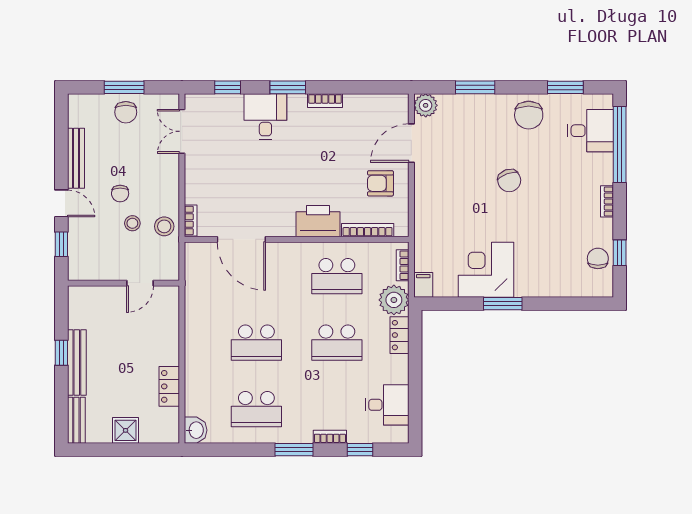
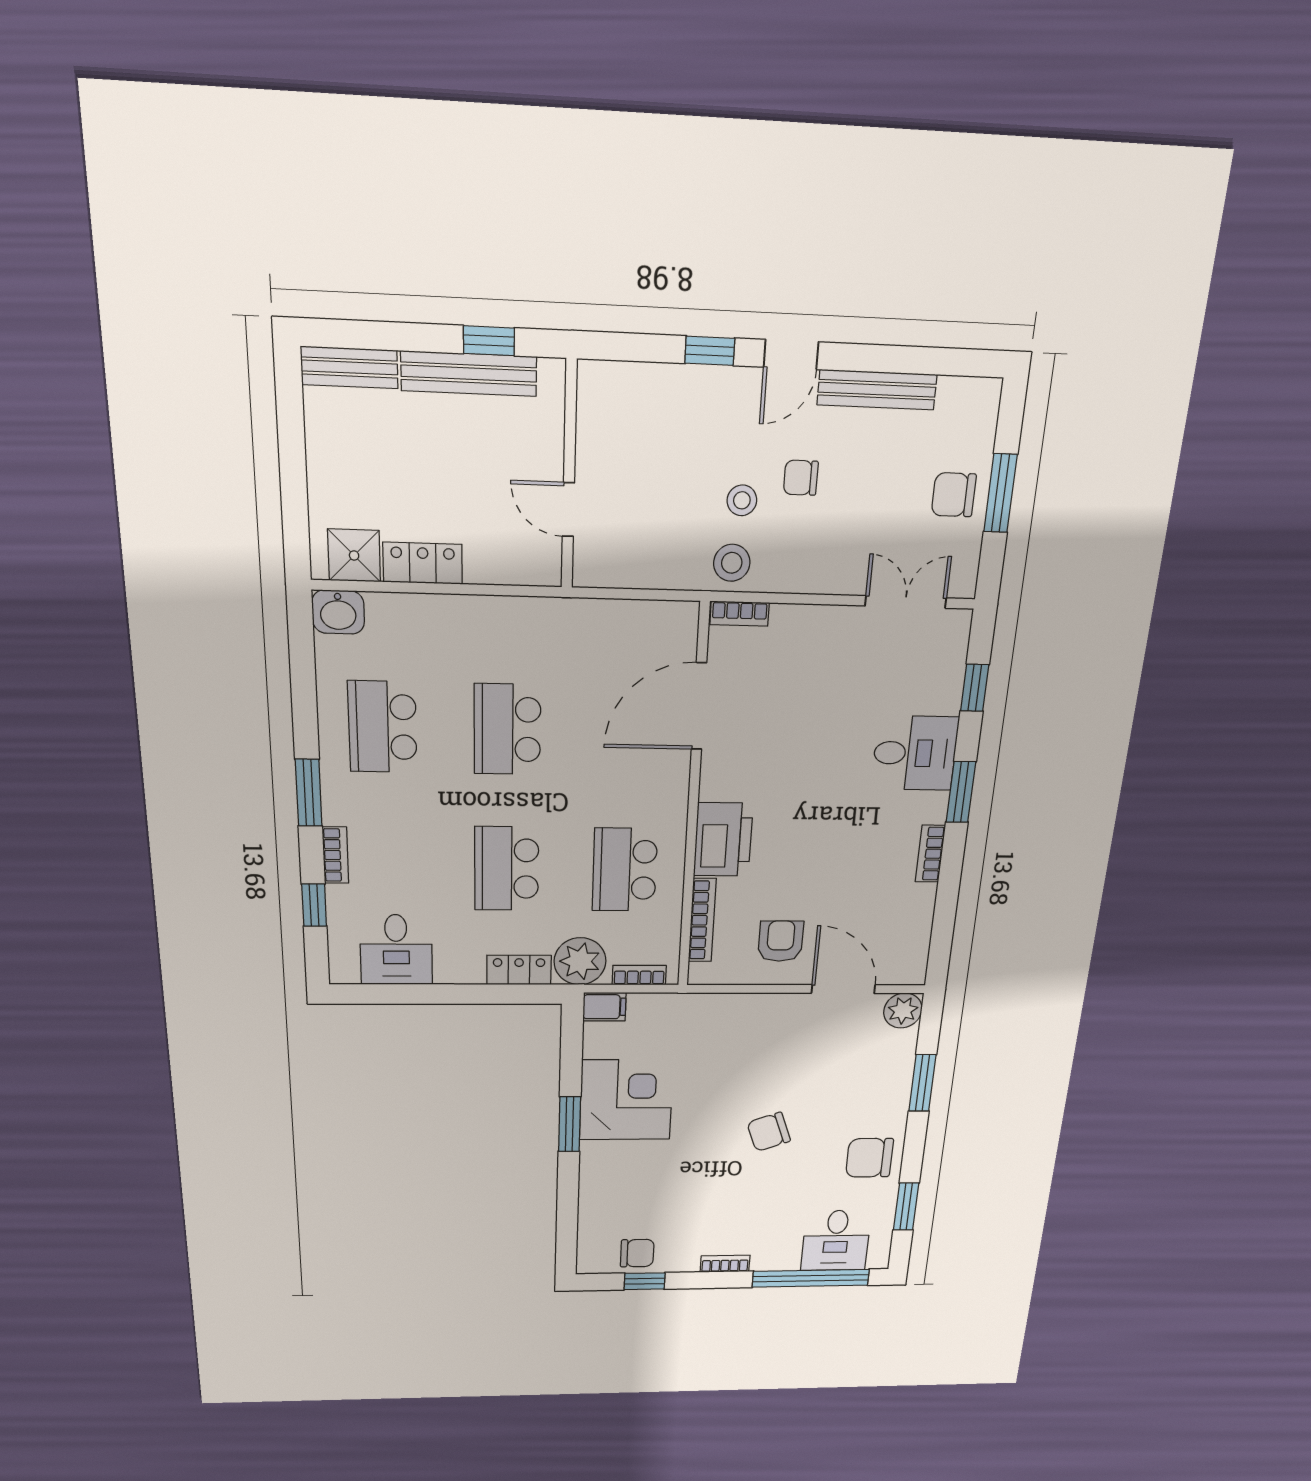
wall: (123, 283) -> (569, 476), moved
door: (140, 283) -> (568, 510), moved
shower: (126, 430) -> (354, 555), moved

